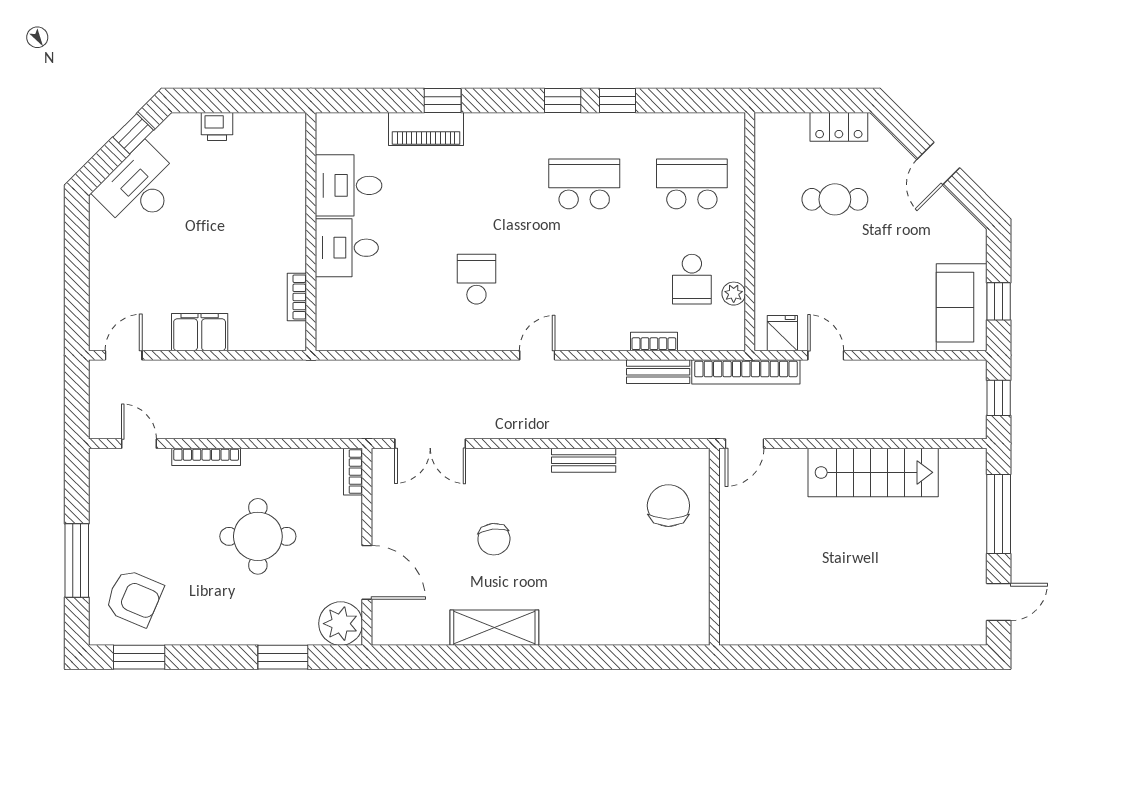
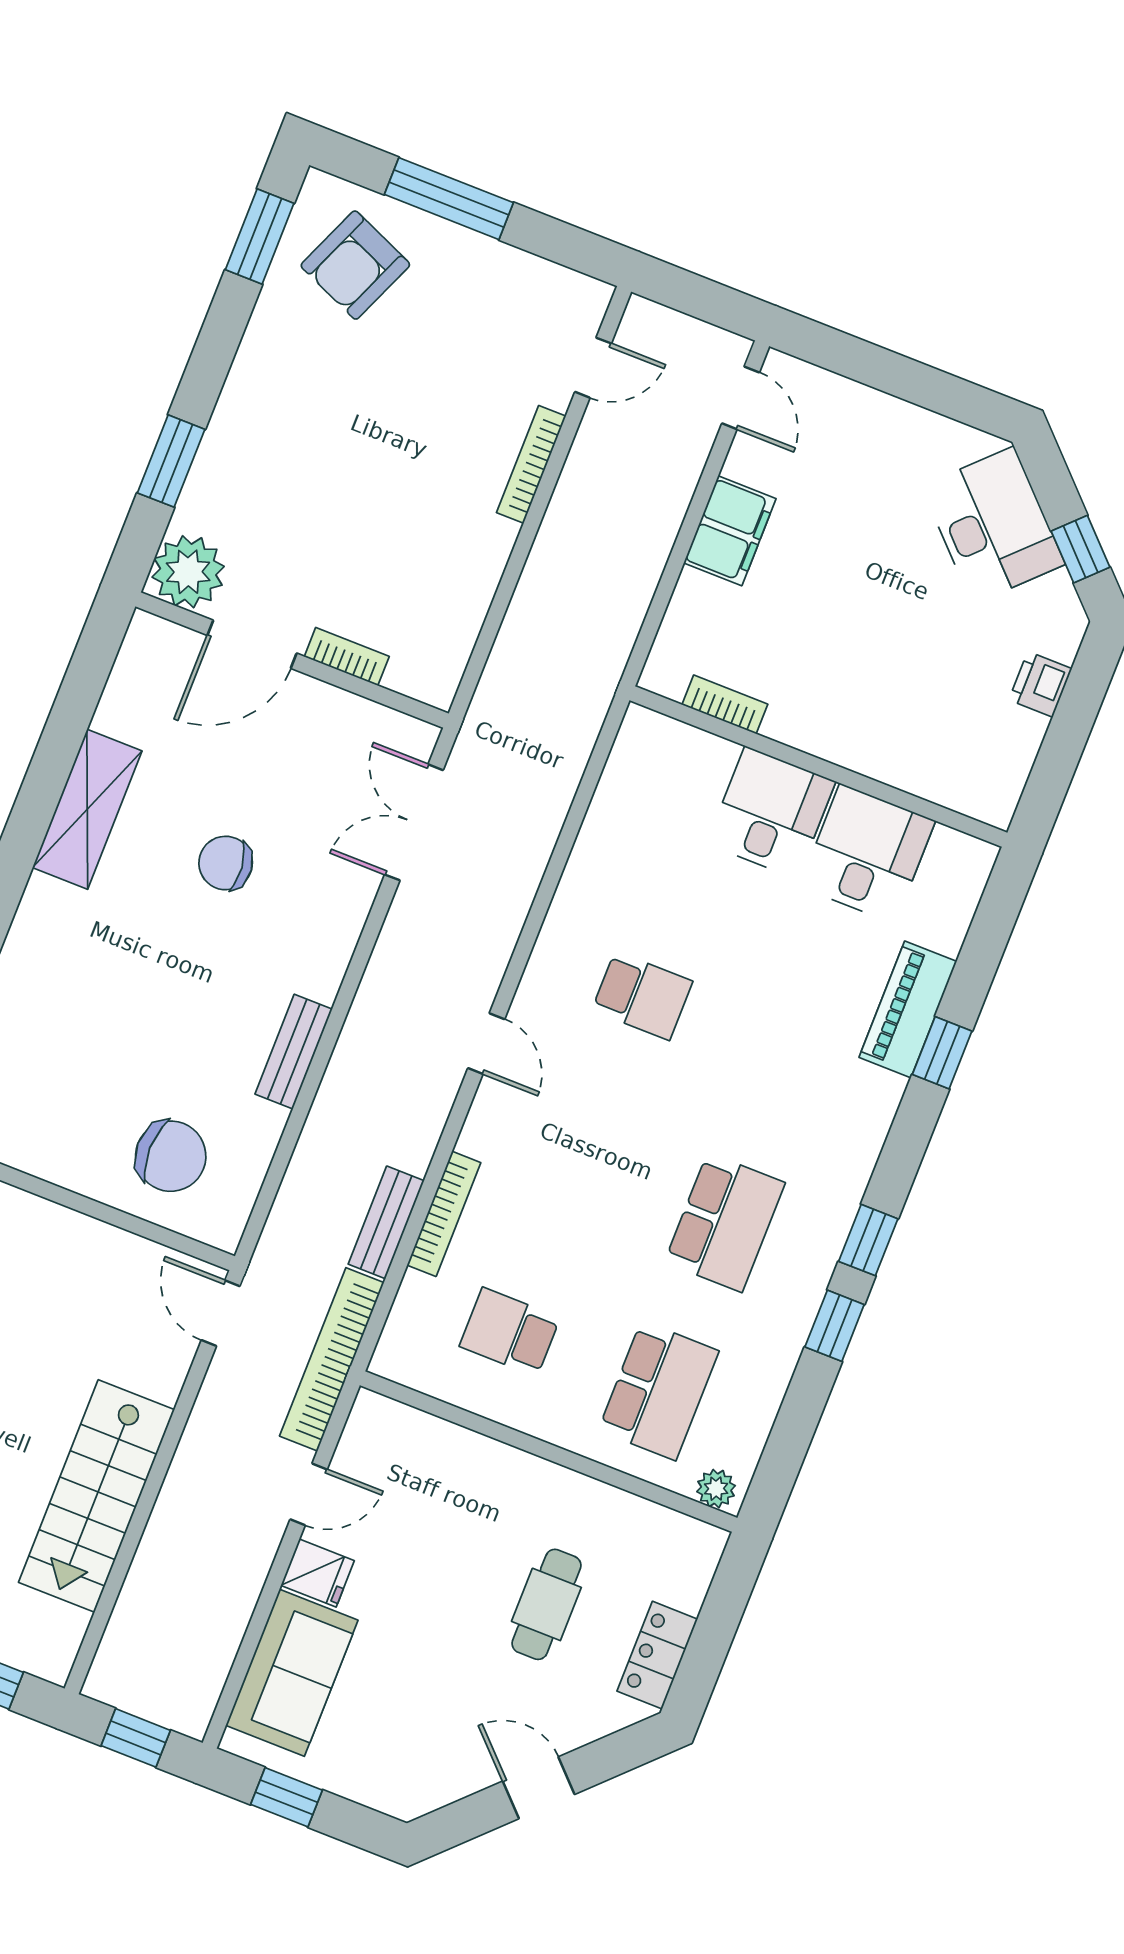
plant: (734, 294) -> (716, 1489), moved
sofa: (962, 307) -> (292, 1673), moved, turned 90
fridge: (782, 333) -> (318, 1573), moved
bookcase: (654, 341) -> (444, 1214), width x1.56
bookcase: (353, 472) -> (347, 657), moved
round table: (258, 536) -> (375, 496), removed

